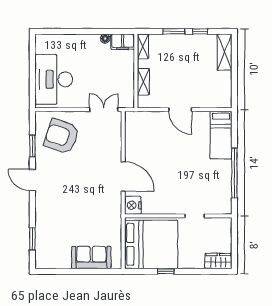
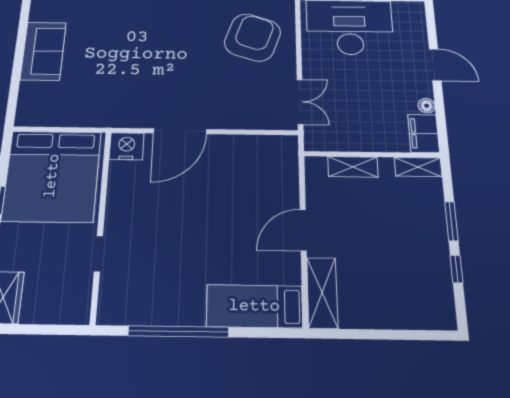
door: (78, 31) -> (435, 65), added
shelving: (224, 52) -> (322, 293), moved, turned 90
sofa: (91, 257) -> (43, 51), moved

